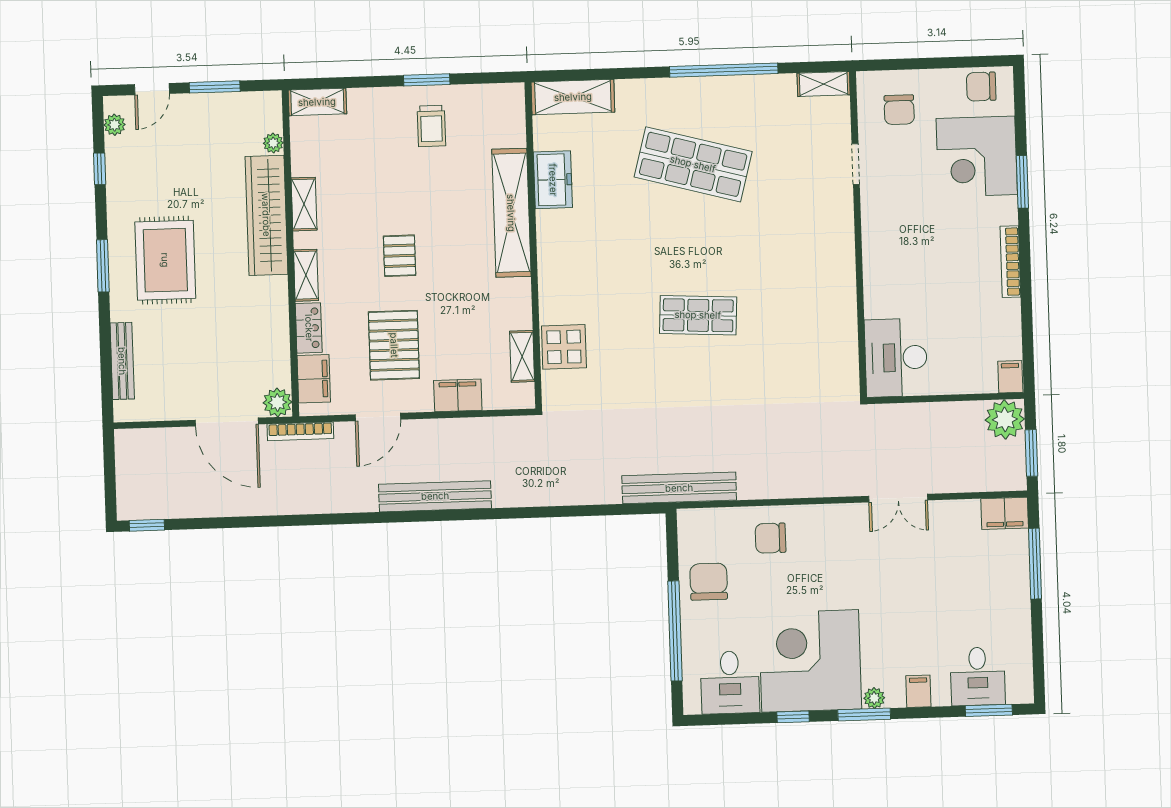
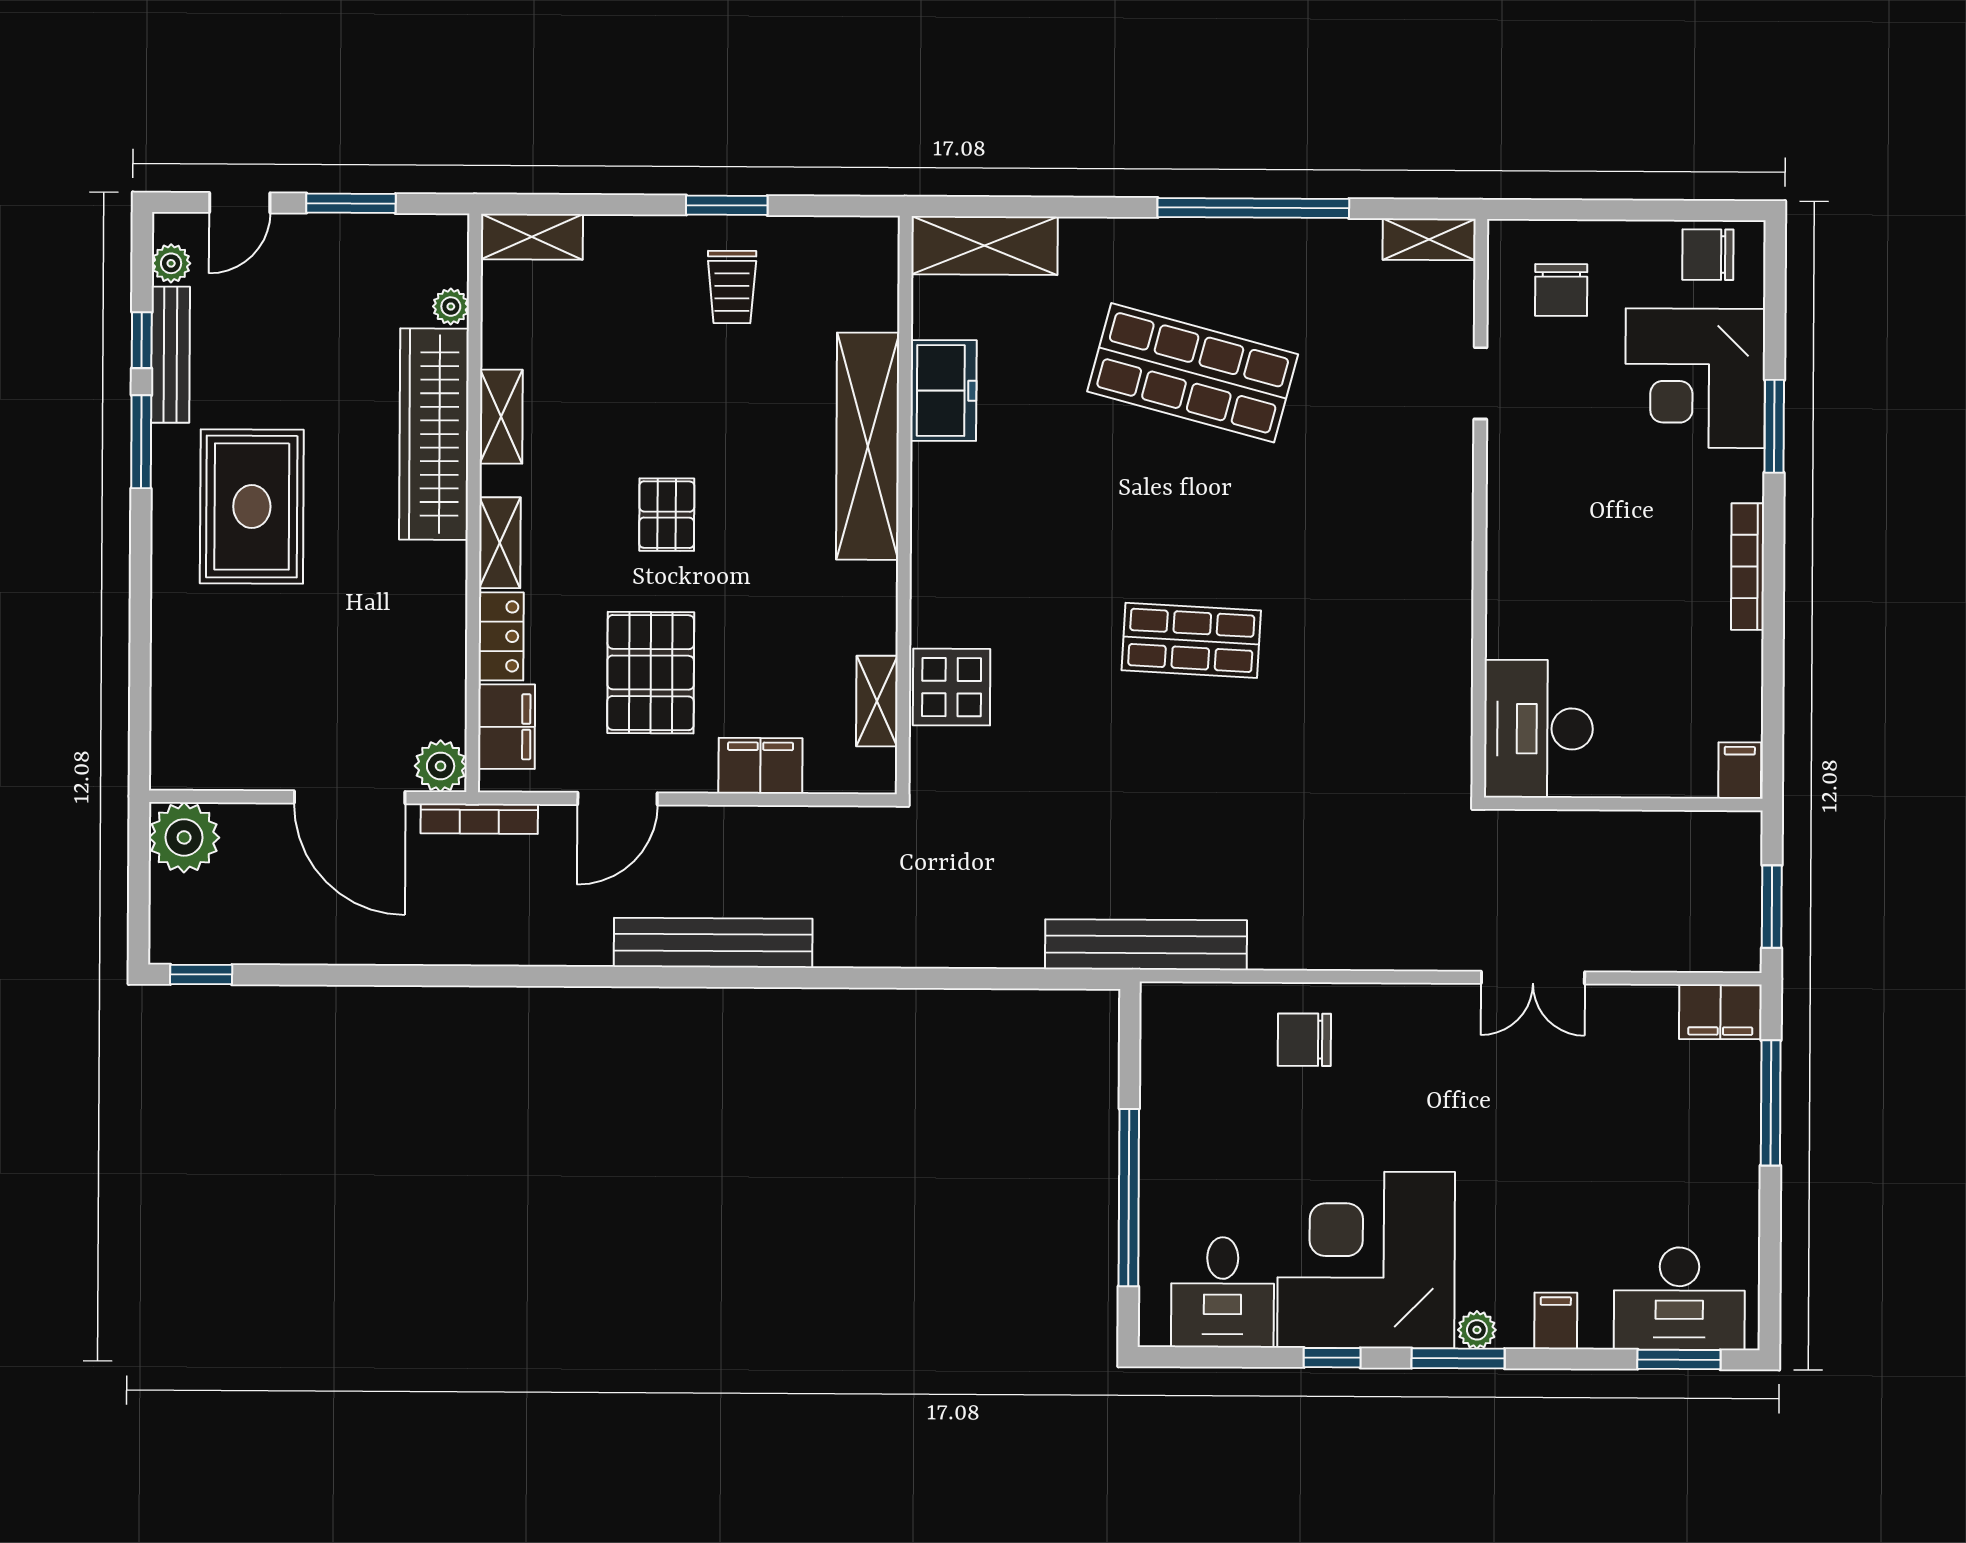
window: (103, 266) -> (141, 442), moved
bench: (122, 361) -> (170, 355), moved
plant: (1005, 419) -> (184, 837), moved
chair: (709, 582) -> (1192, 1113), removed
desk: (978, 676) -> (1679, 1299), width x1.37

